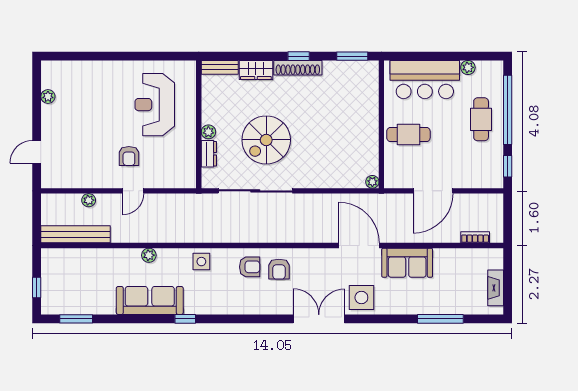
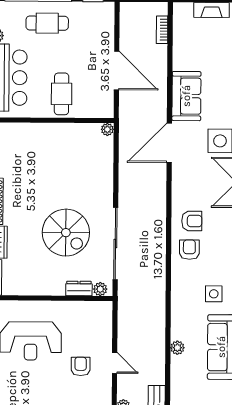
plant: (208, 132) -> (100, 289), moved
armchair: (129, 156) -> (81, 366), turned -90
side table: (201, 262) -> (214, 294), moved

